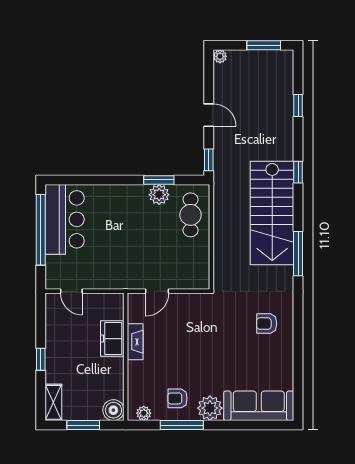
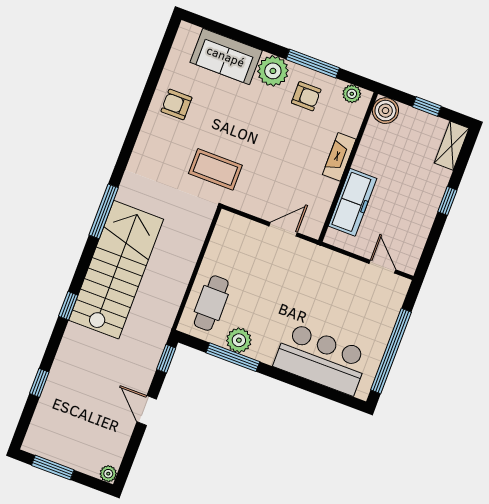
window: (159, 180) -> (233, 357), width x1.44
bar counter: (65, 219) -> (321, 359), moved, turned 90
coffee table: (225, 317) -> (215, 169), added
armchair: (267, 324) -> (176, 104), moved, turned 180
freezer: (112, 339) -> (353, 202), width x1.40
fireplace: (135, 342) -> (339, 157), moved
sofa: (259, 406) -> (226, 56), width x0.73
window: (83, 425) -> (427, 106), width x0.67

